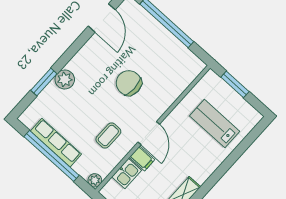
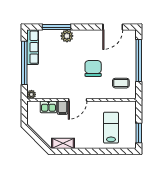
window: (44, 82) -> (56, 27), width x1.44
window: (235, 84) -> (139, 133), moved
coffee table: (108, 135) -> (121, 83), moved
row of seats: (56, 143) -> (33, 47), moved

